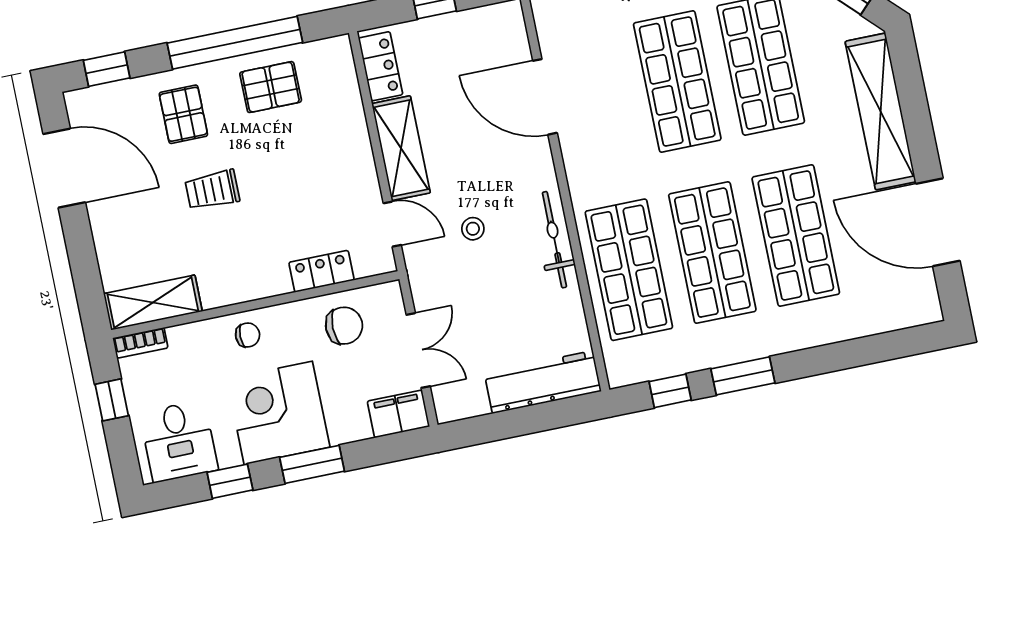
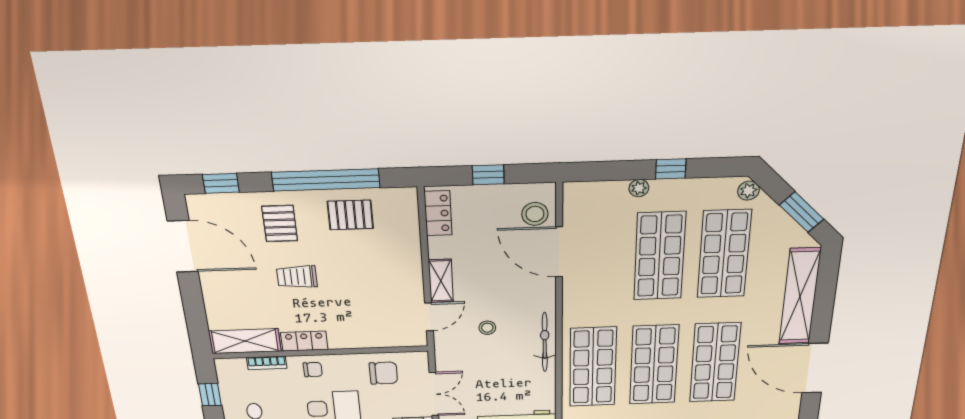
stool: (503, 47) -> (535, 214), added
shelving: (401, 148) -> (441, 281), width x0.67, depth x0.75
door: (392, 224) -> (429, 317), hinge flipped
locker: (321, 271) -> (304, 341), moved
bookcase: (140, 343) -> (267, 363), moved

